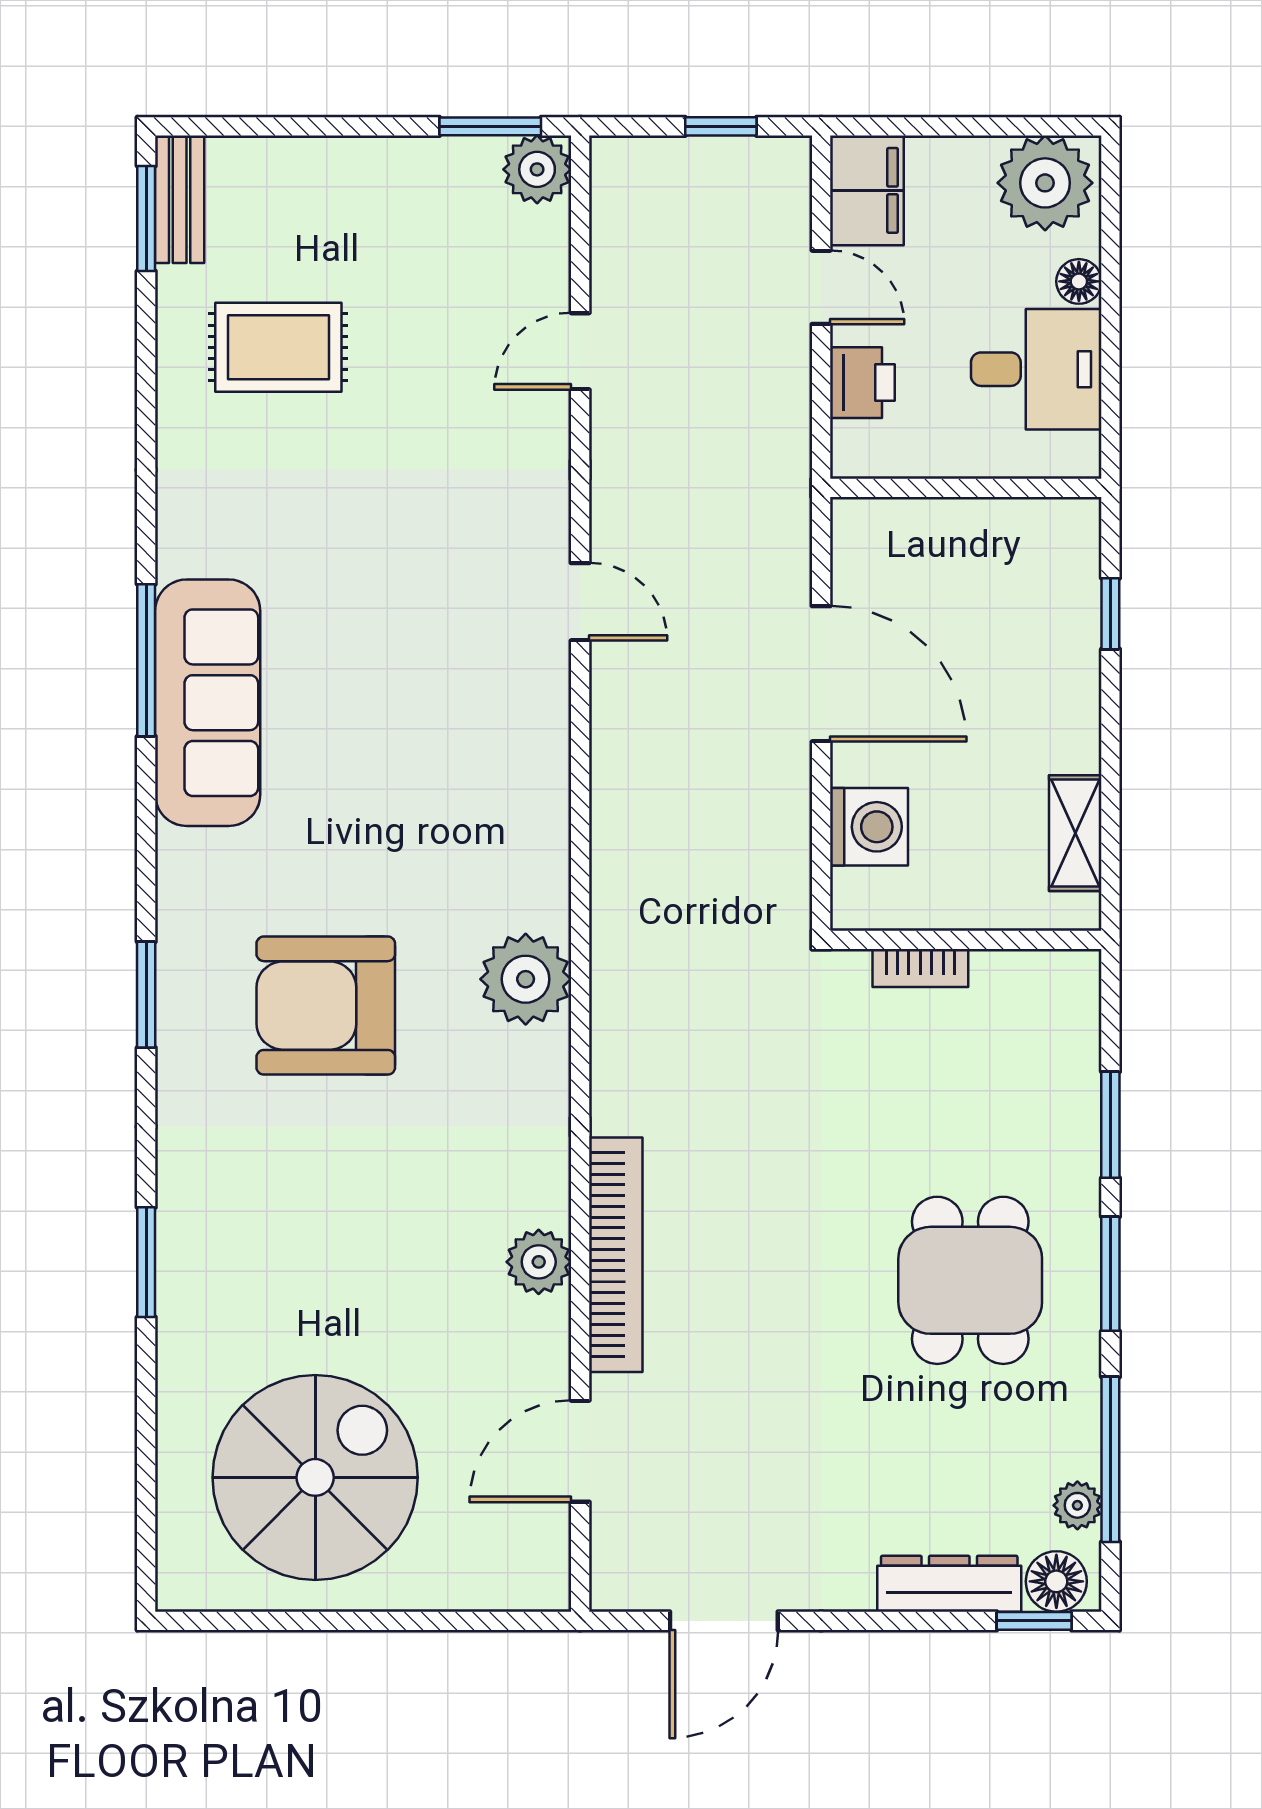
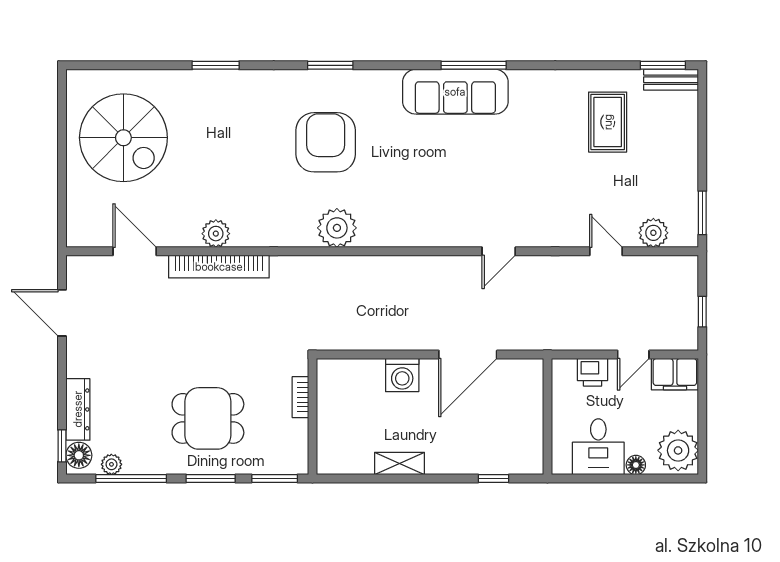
plant: (537, 169) -> (653, 233), moved
wall: (966, 940) -> (312, 417), moved
bookcase: (920, 968) -> (300, 397), moved

